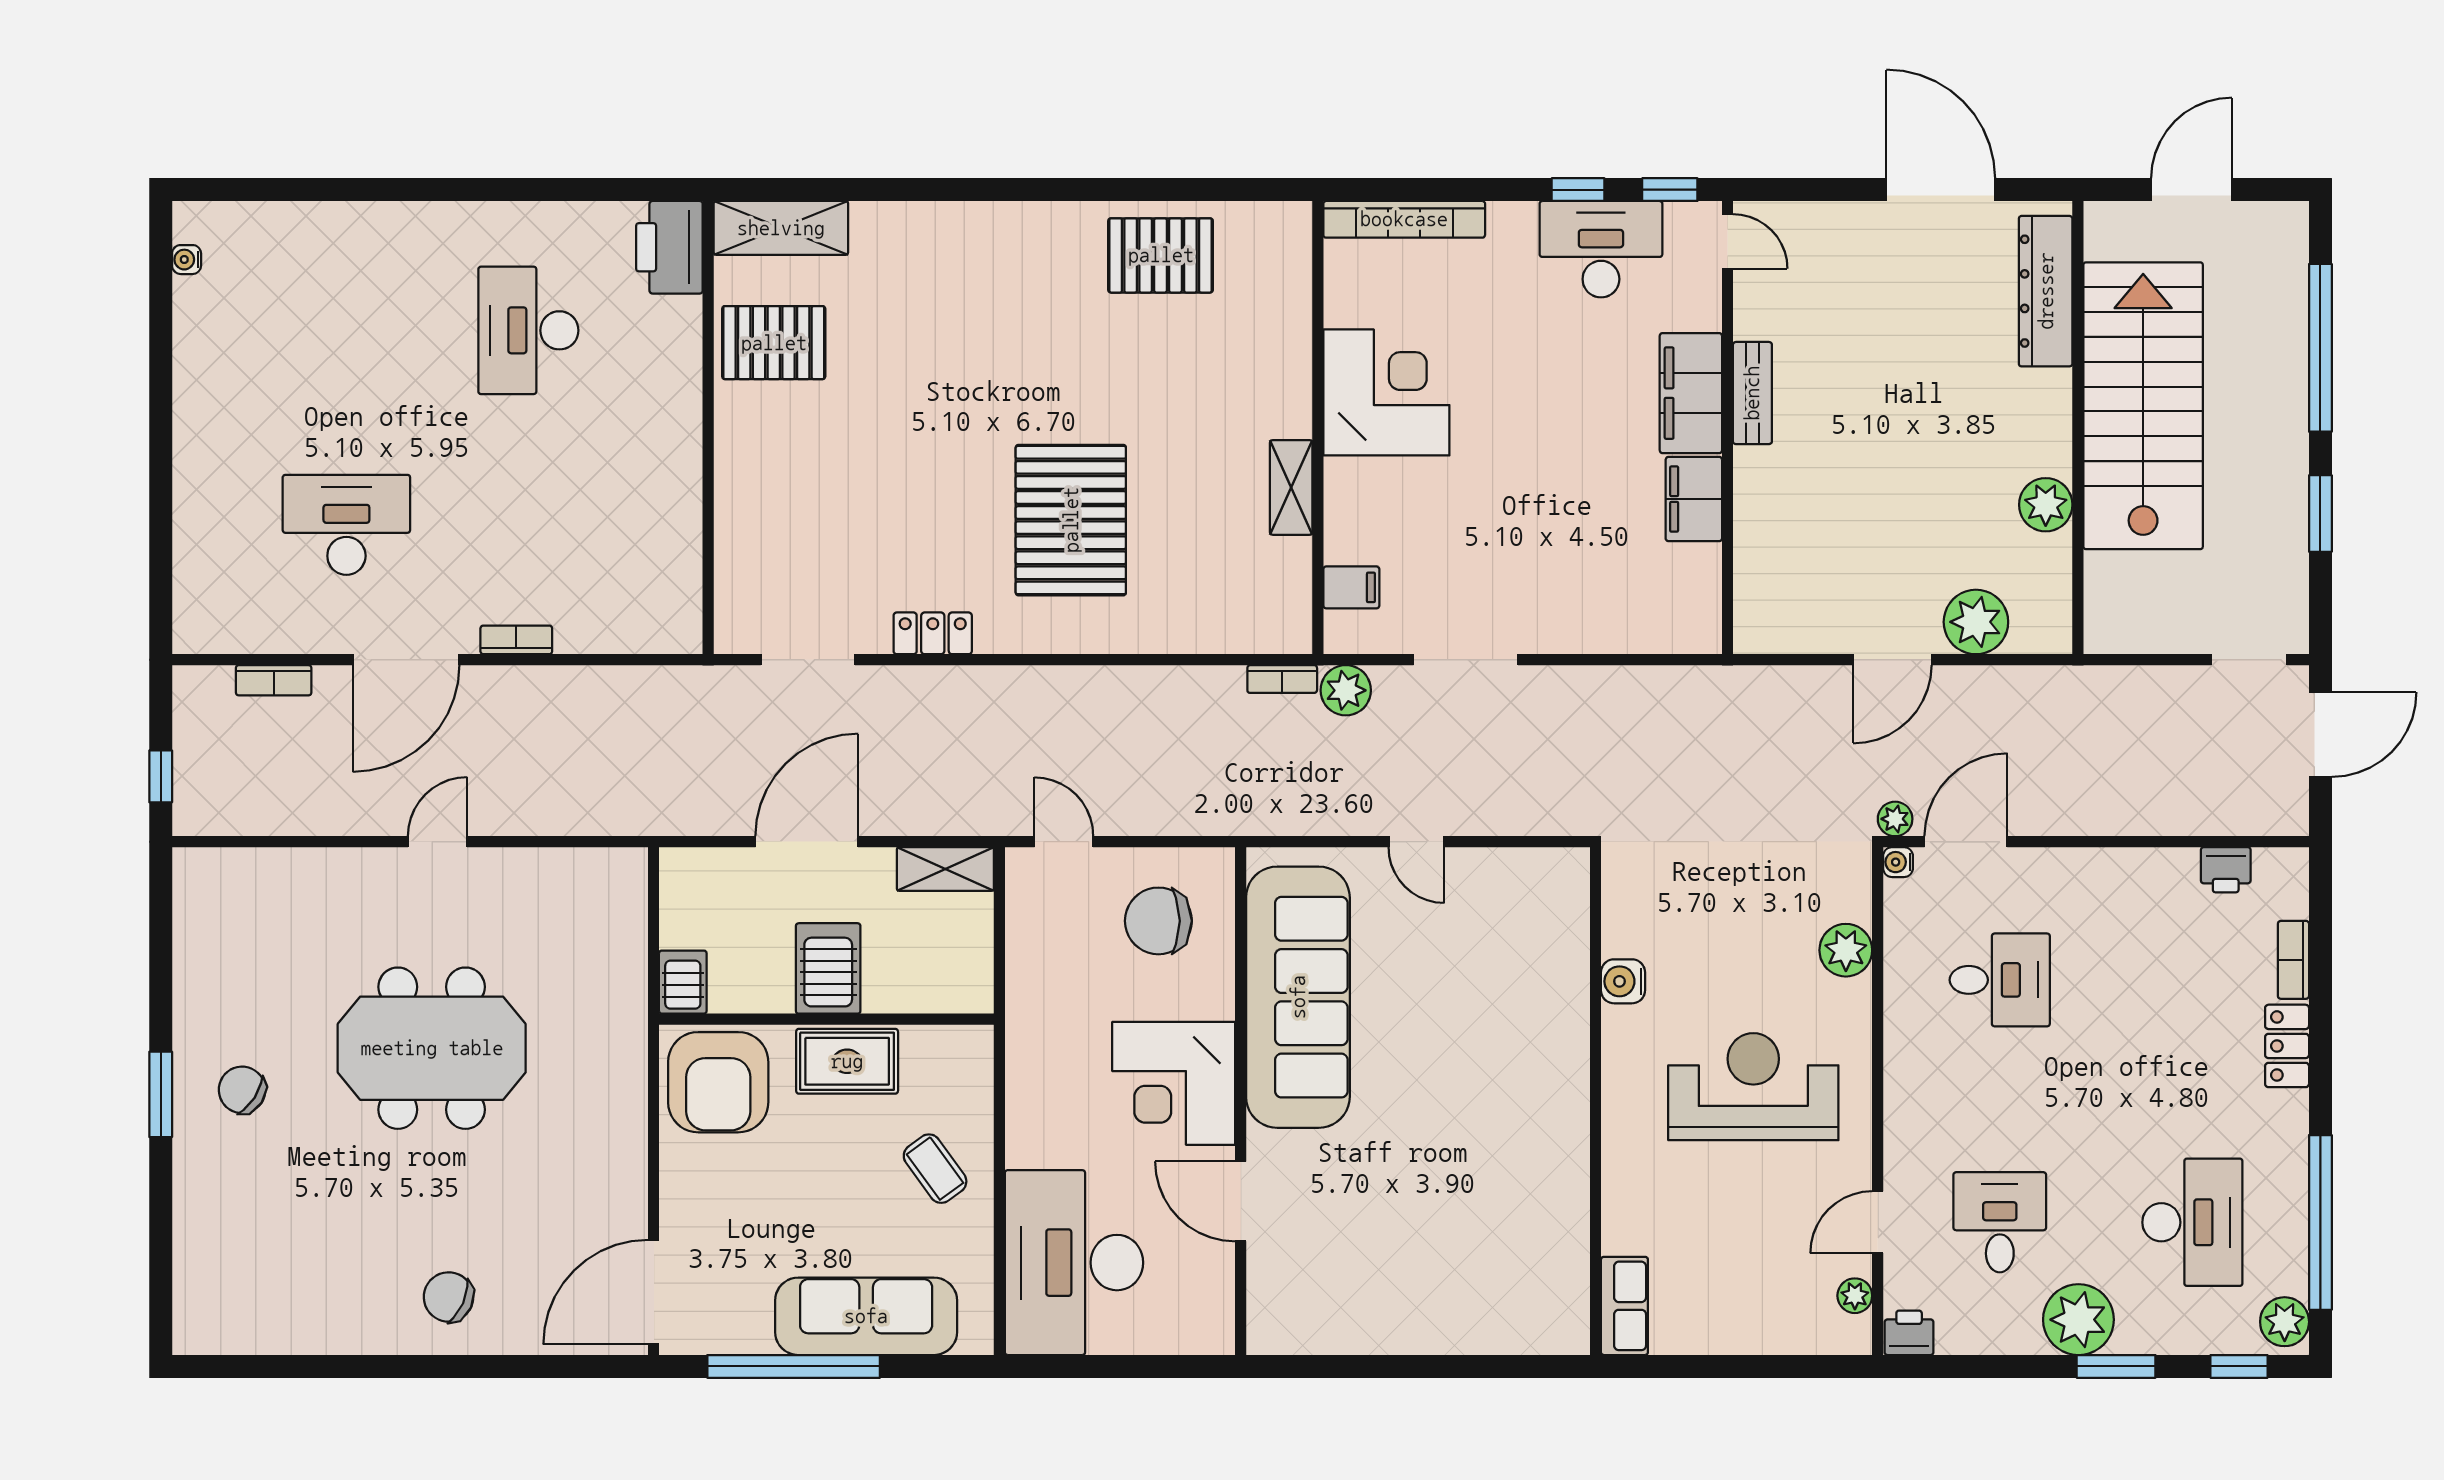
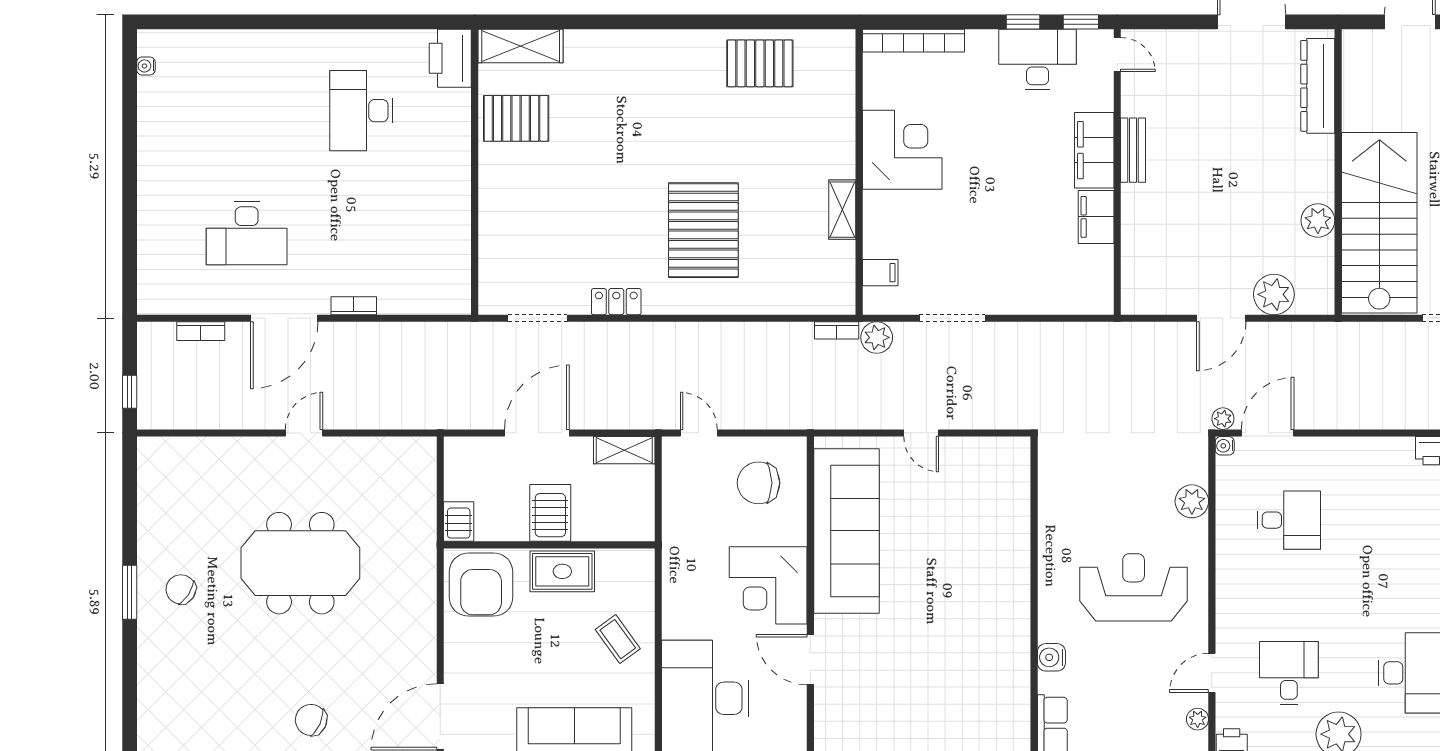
stairs: (2143, 406) -> (1379, 223), moved
desk: (346, 525) -> (247, 233), turned 180
water cooler: (1623, 981) -> (1051, 657), moved

